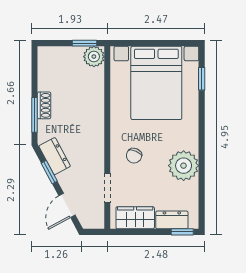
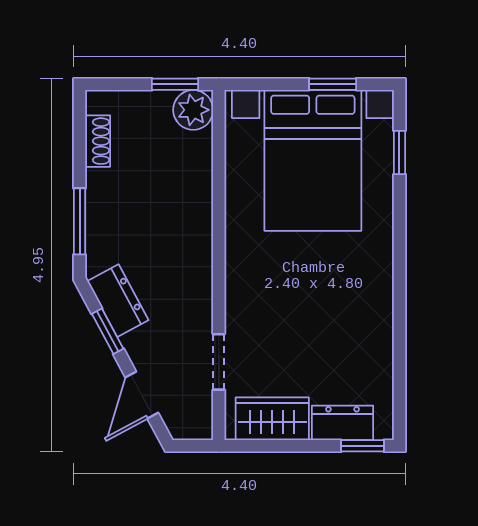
window: (167, 43) -> (333, 84), added
shoe rack: (44, 105) -> (98, 141), moved
chair: (134, 156) -> (270, 300), removed
plant: (184, 166) -> (365, 319), removed

